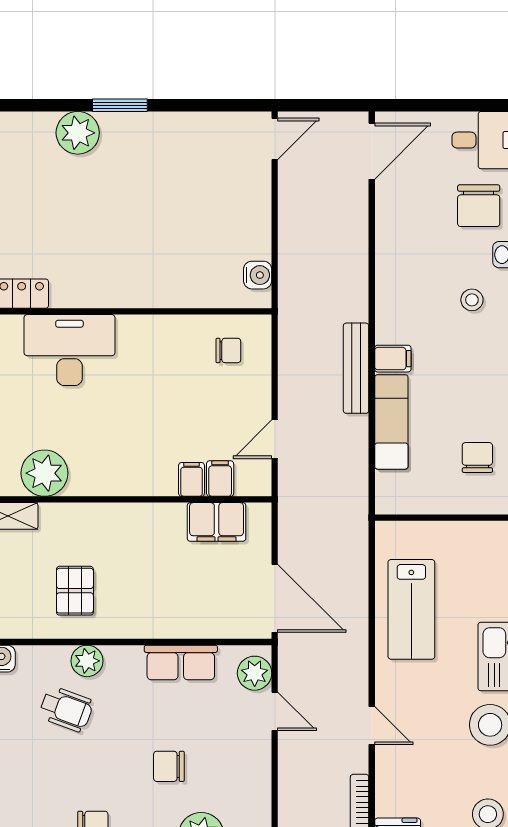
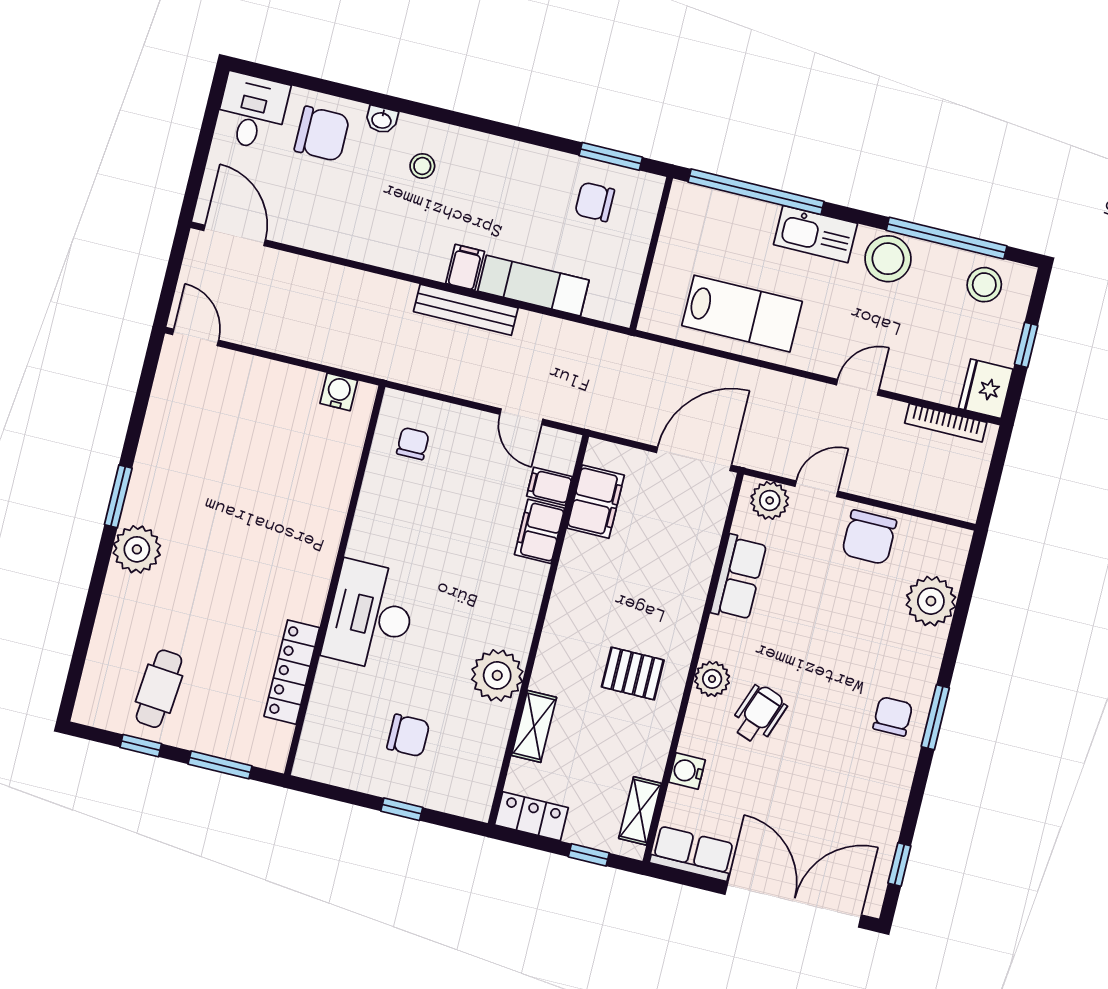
filing cabinet: (192, 479) -> (540, 531), width x2.00
chair: (169, 766) -> (869, 537), moved, width x1.37, depth x1.37

